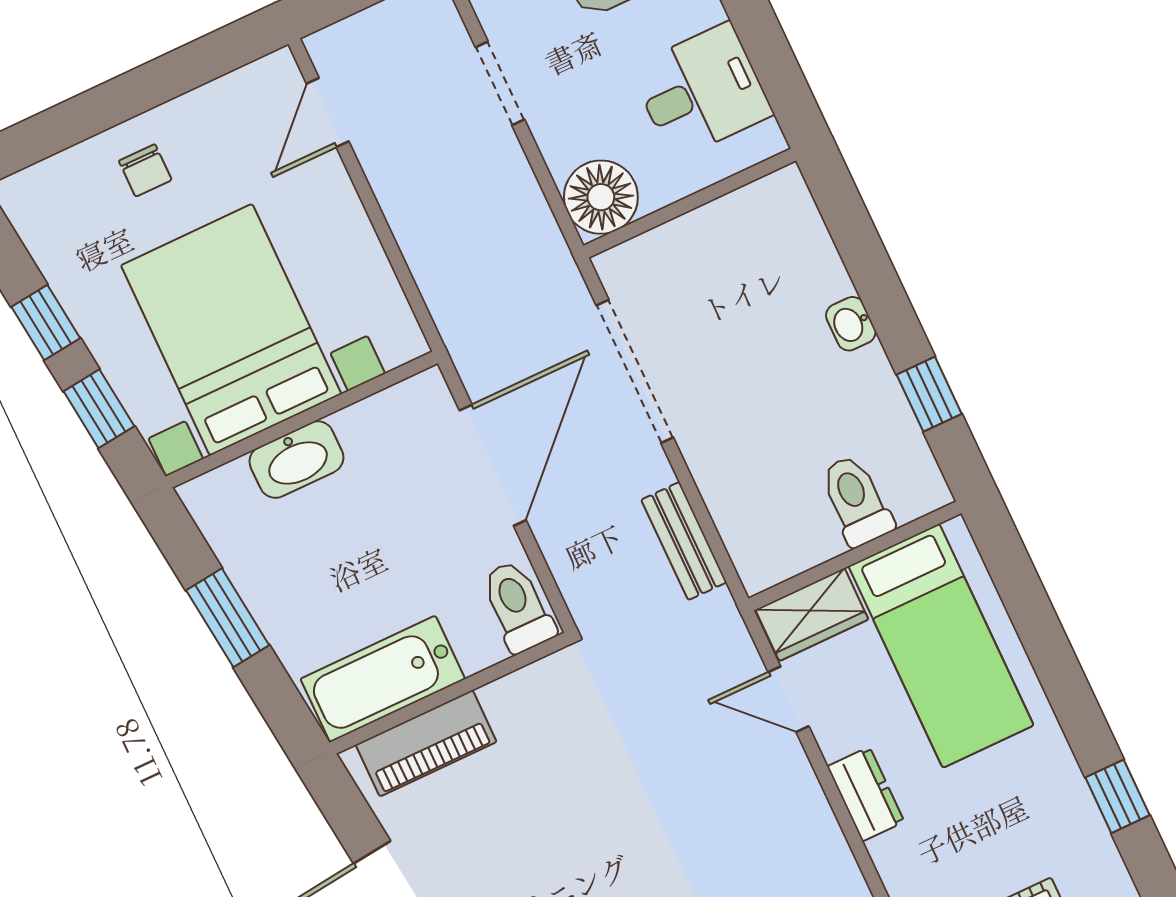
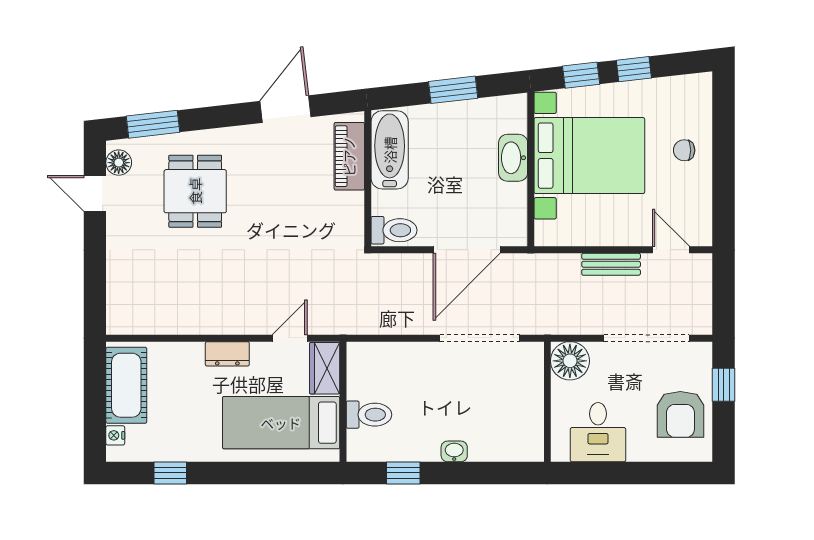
doorway: (500, 83) -> (647, 338), width x1.88
door: (493, 465) -> (467, 250), hinge flipped
bench: (684, 541) -> (611, 264), moved

